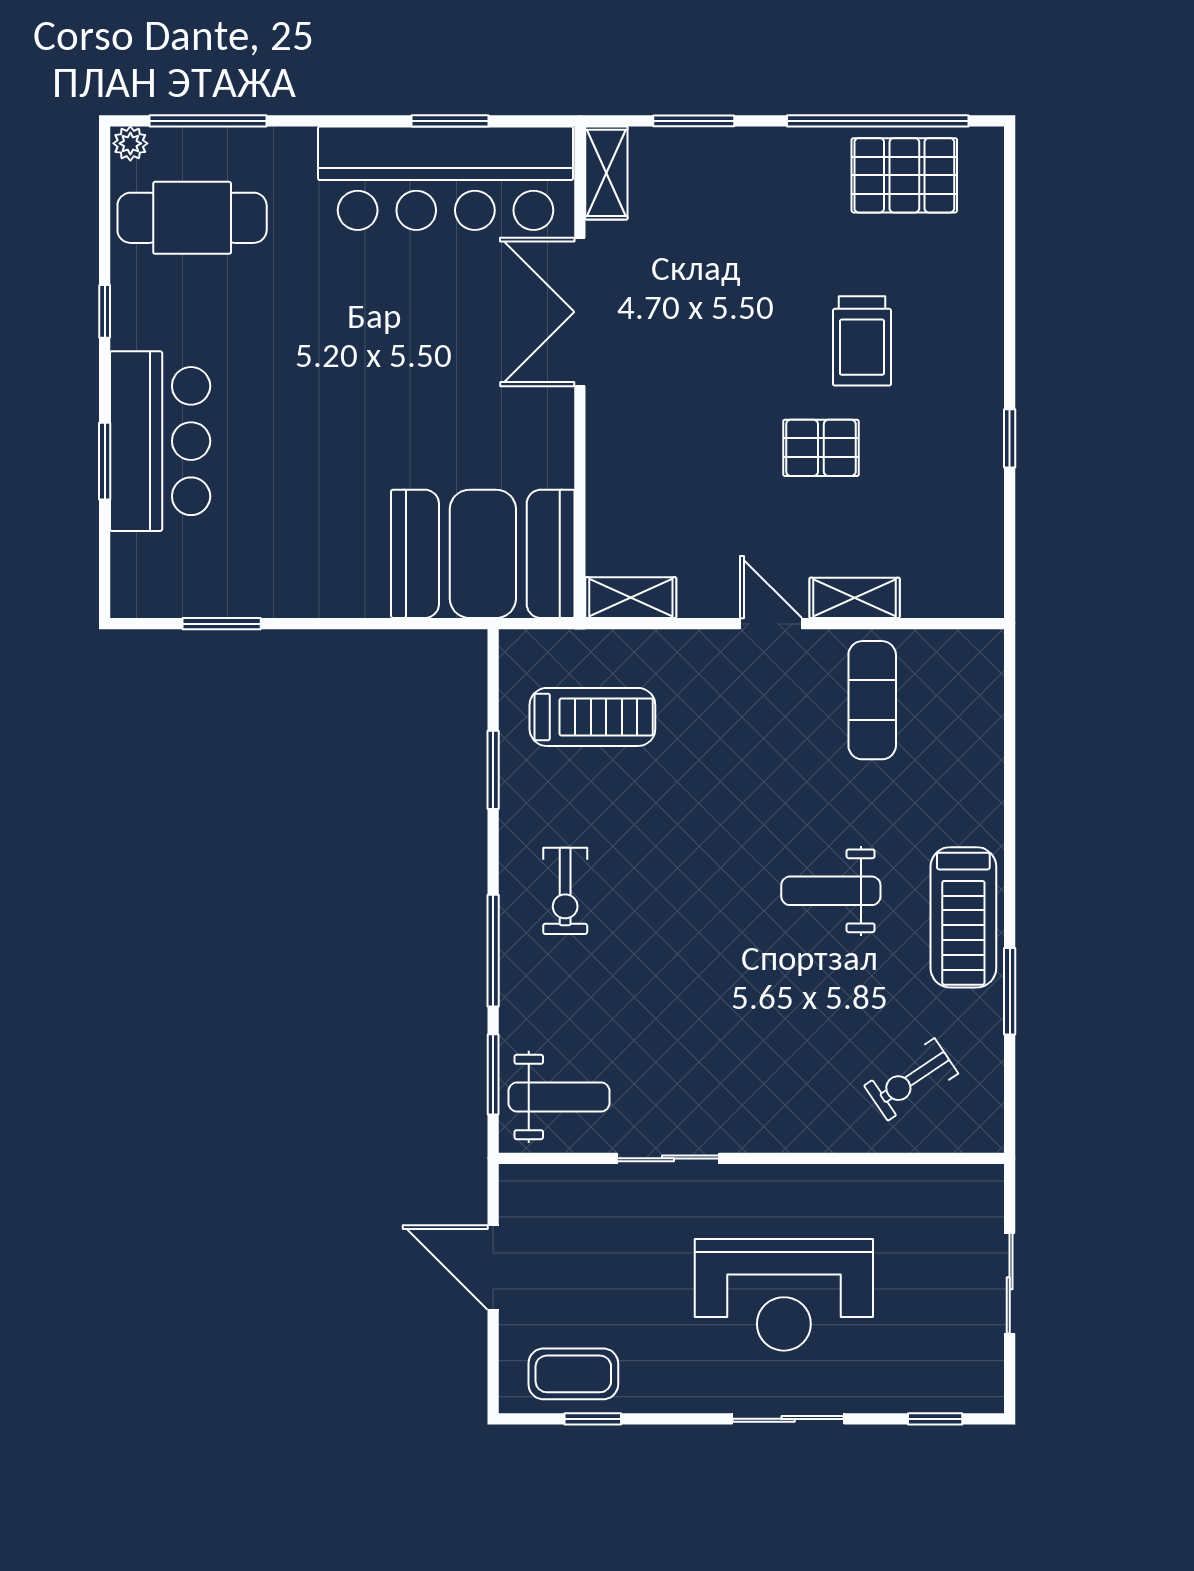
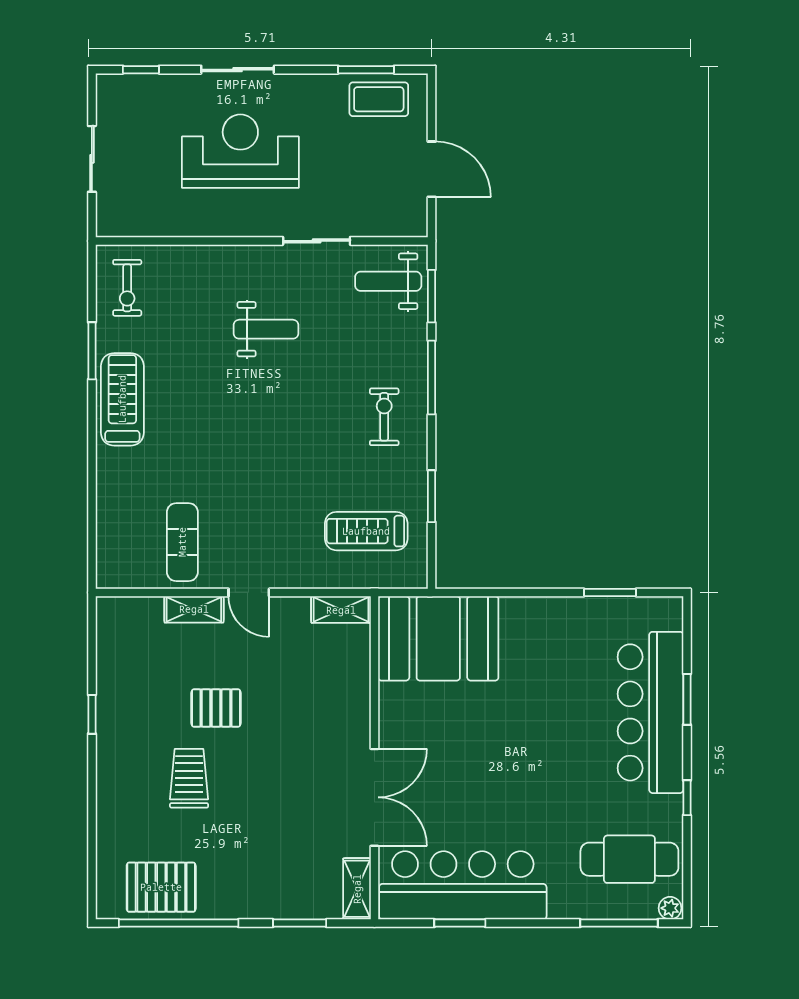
bar counter: (160, 441) -> (650, 712), width x1.36
weight bench: (831, 891) -> (266, 329), moved
exercise bike: (911, 1080) -> (127, 288), moved, turned 124
window: (593, 1419) -> (366, 70), width x1.50

